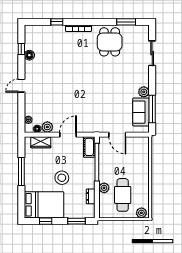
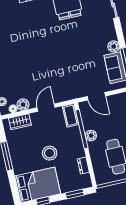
plant: (104, 188) -> (91, 136), moved

